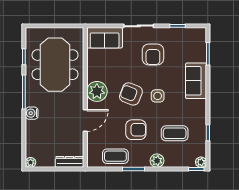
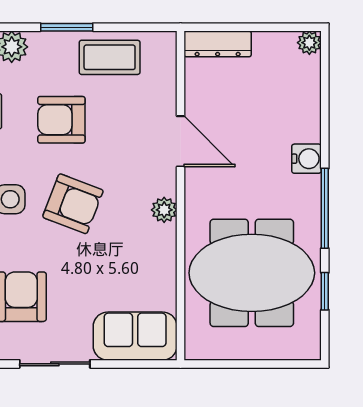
meeting table: (55, 65) -> (252, 273), turned 90
plant: (97, 91) -> (164, 210), width x0.53, depth x0.53
door: (85, 120) -> (181, 141), swing flipped

